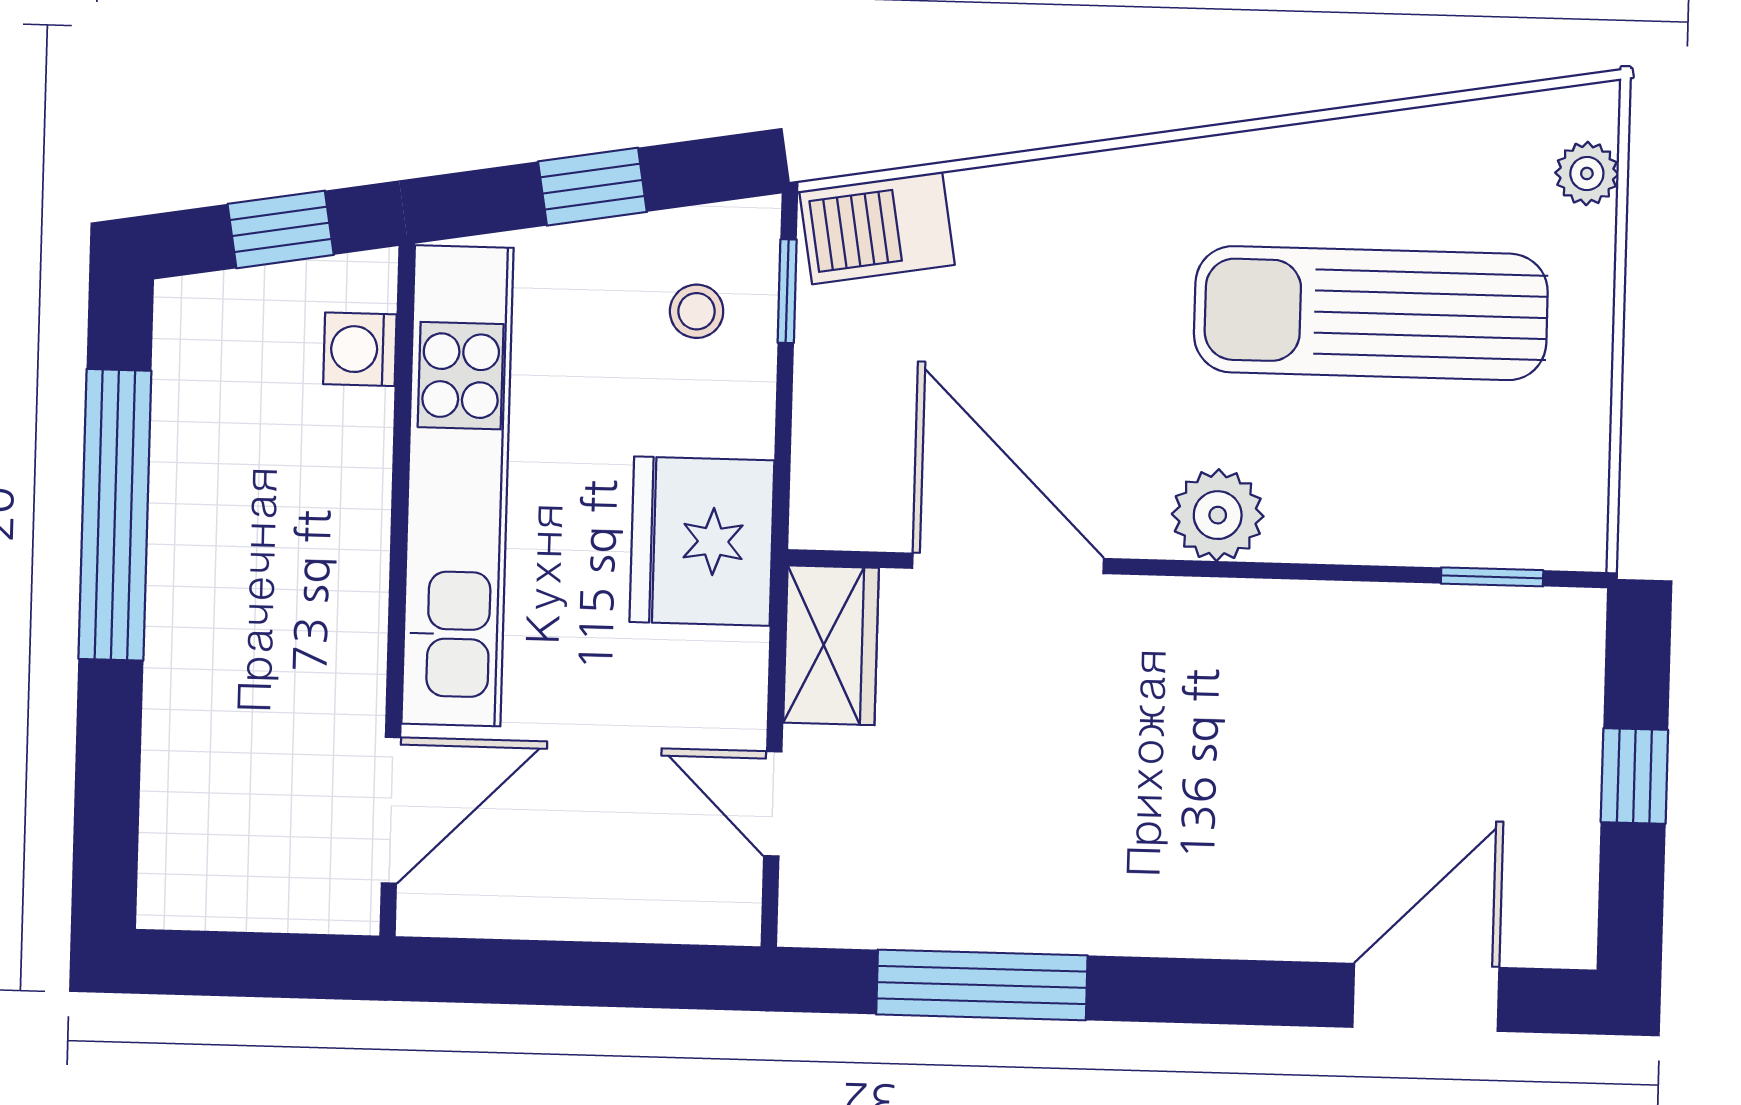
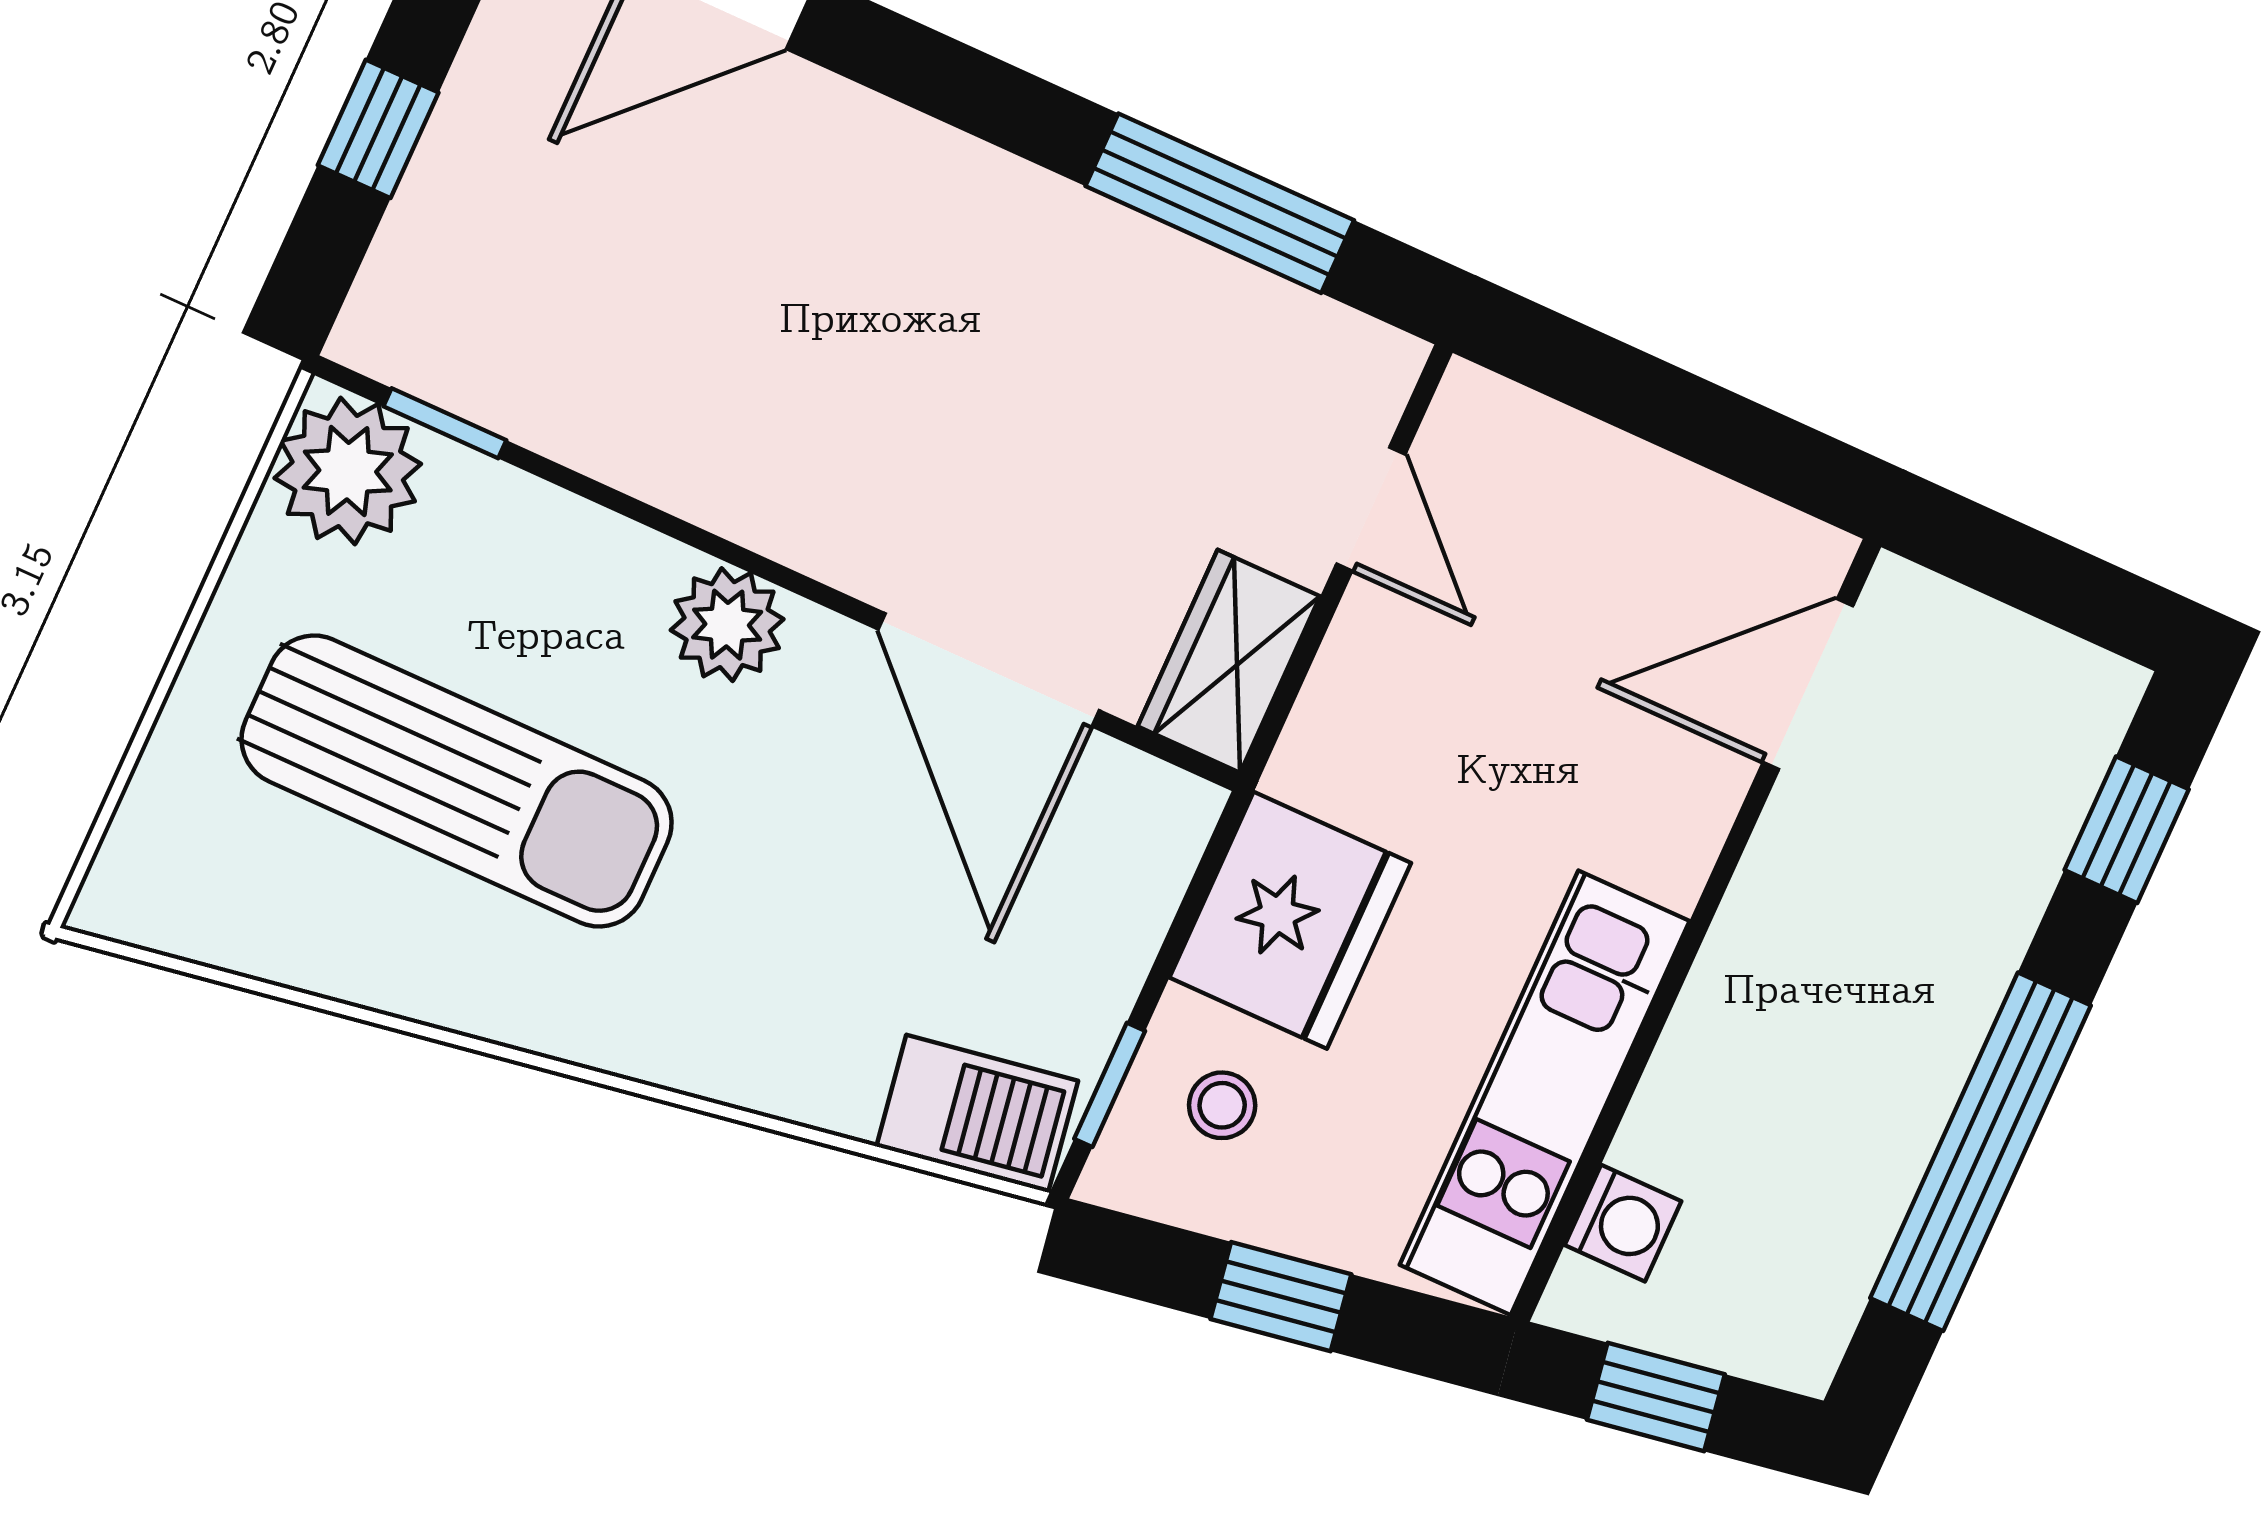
plant: (1587, 173) -> (348, 471), moved, width x1.88, depth x1.88
kitchen unit: (458, 486) -> (1545, 1093), width x0.73
fridge: (702, 541) -> (1290, 920), moved
window: (107, 802) -> (2127, 830), added

